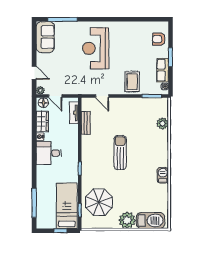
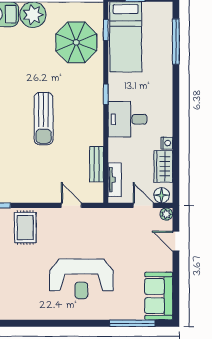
reception desk: (96, 48) -> (81, 279), turned 90
desk: (49, 153) -> (127, 119), moved, turned 180

